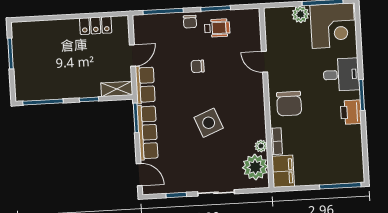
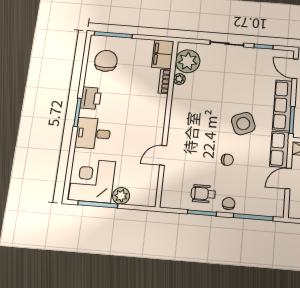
door: (264, 62) -> (163, 155), swing flipped
chair: (289, 104) -> (106, 61), moved
side table: (209, 123) -> (243, 124), moved

